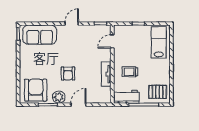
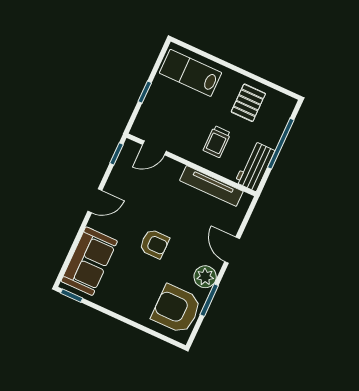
door: (72, 24) -> (95, 201), swing flipped
door: (112, 41) -> (154, 148), hinge flipped
armchair: (68, 74) -> (154, 244), moved
tv unit: (106, 74) -> (211, 186), width x1.41
pallet: (158, 92) -> (248, 103), moved

